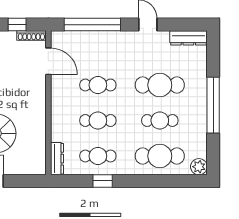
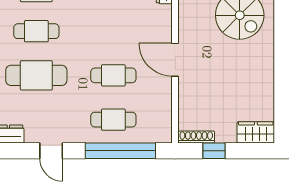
door: (48, 61) -> (175, 60), moved
cafe table: (98, 121) -> (113, 120), moved

